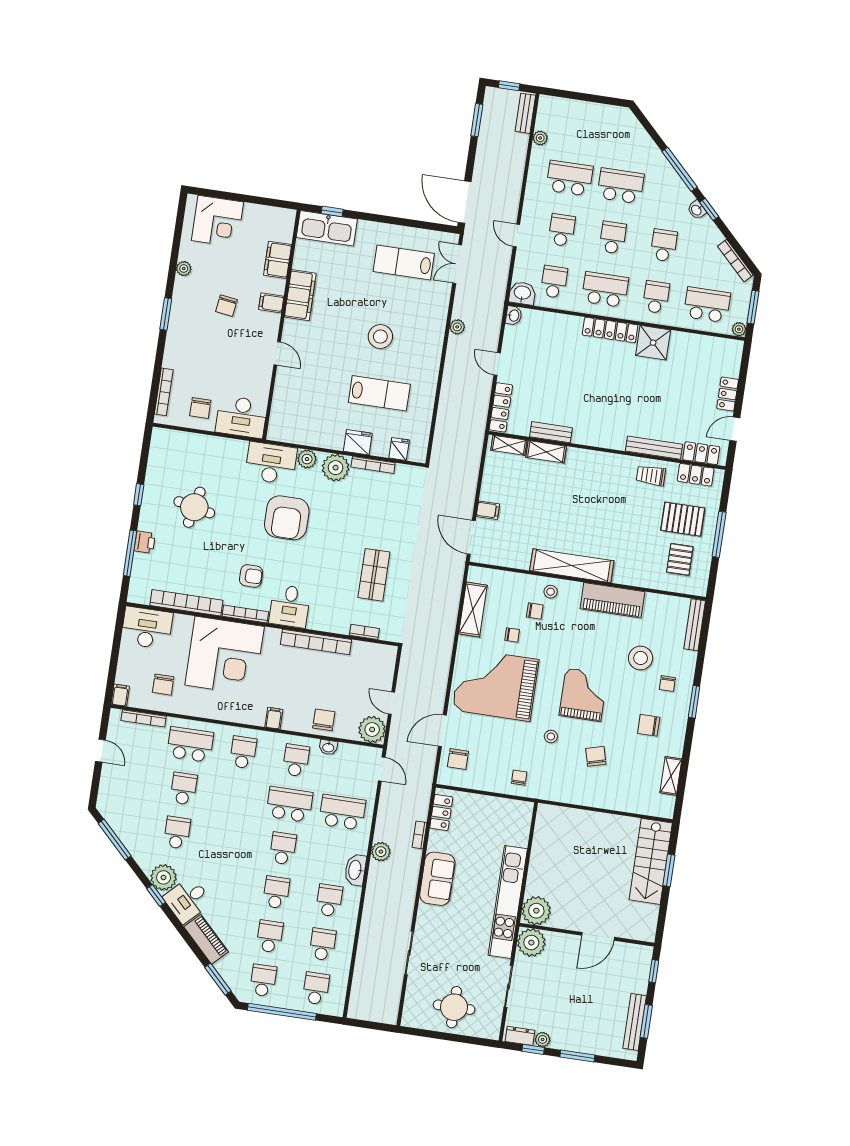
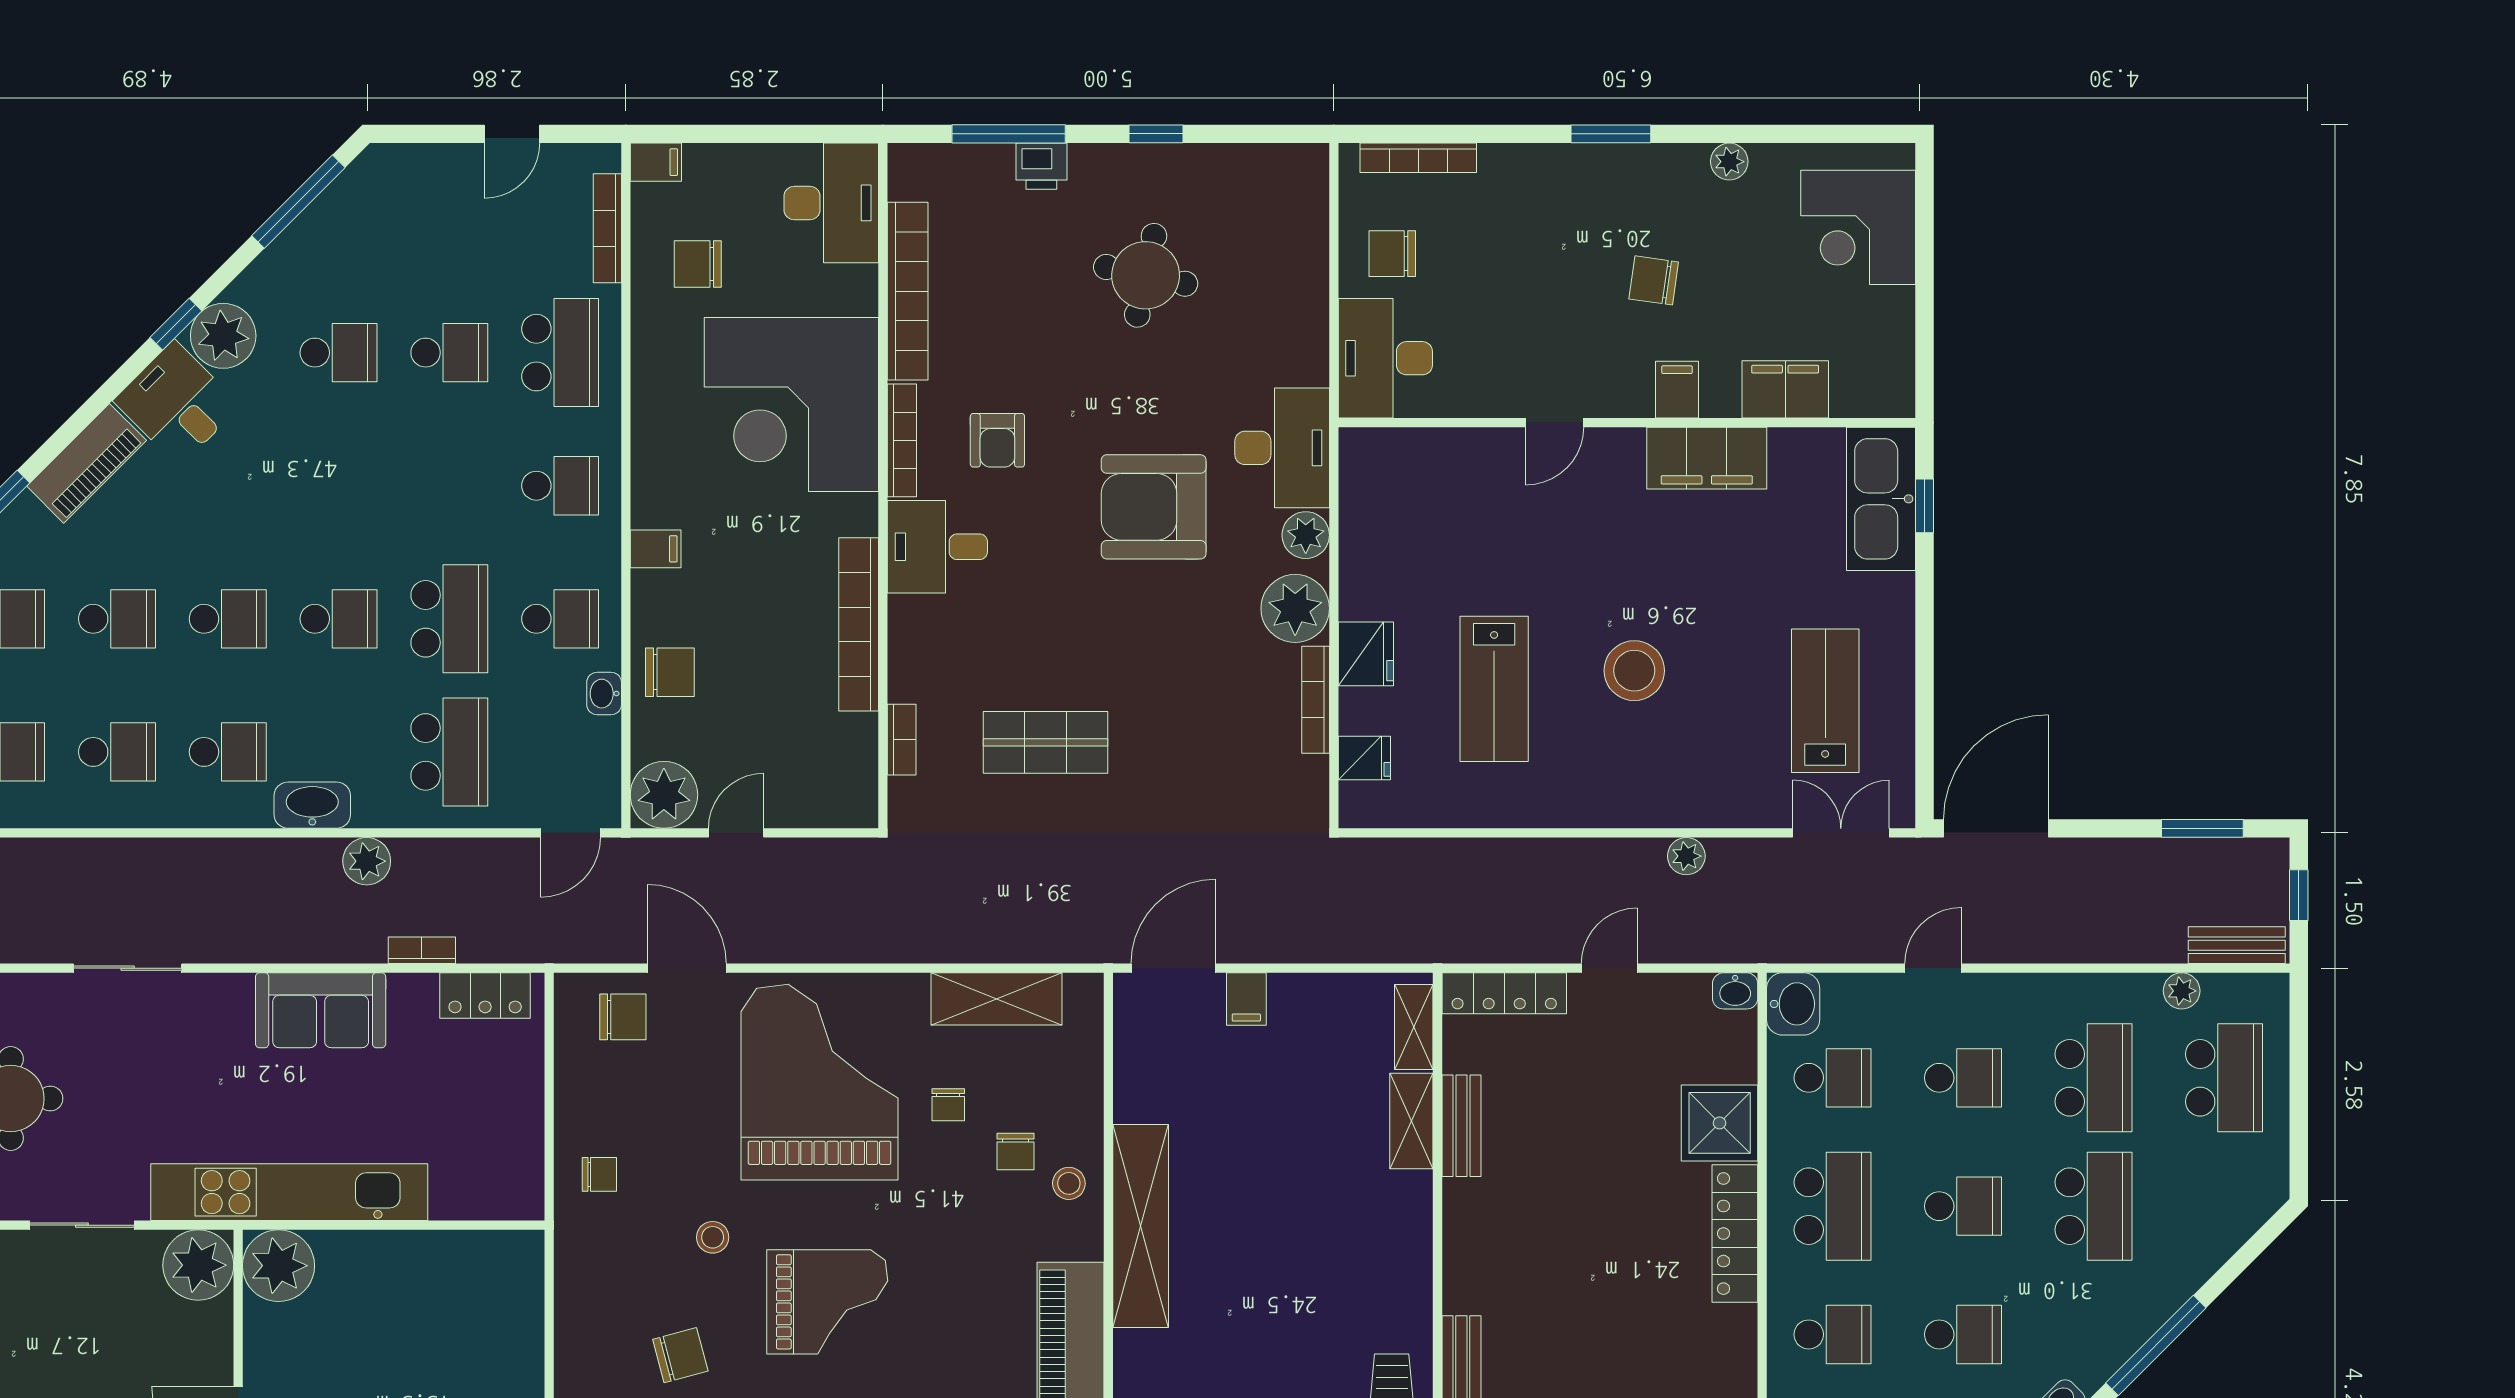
school desk: (577, 126) -> (2224, 1078), added
shower: (653, 343) -> (1720, 1123), moved
chair: (458, 759) -> (623, 1017), turned 180

